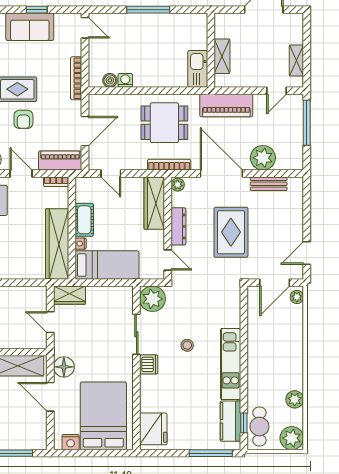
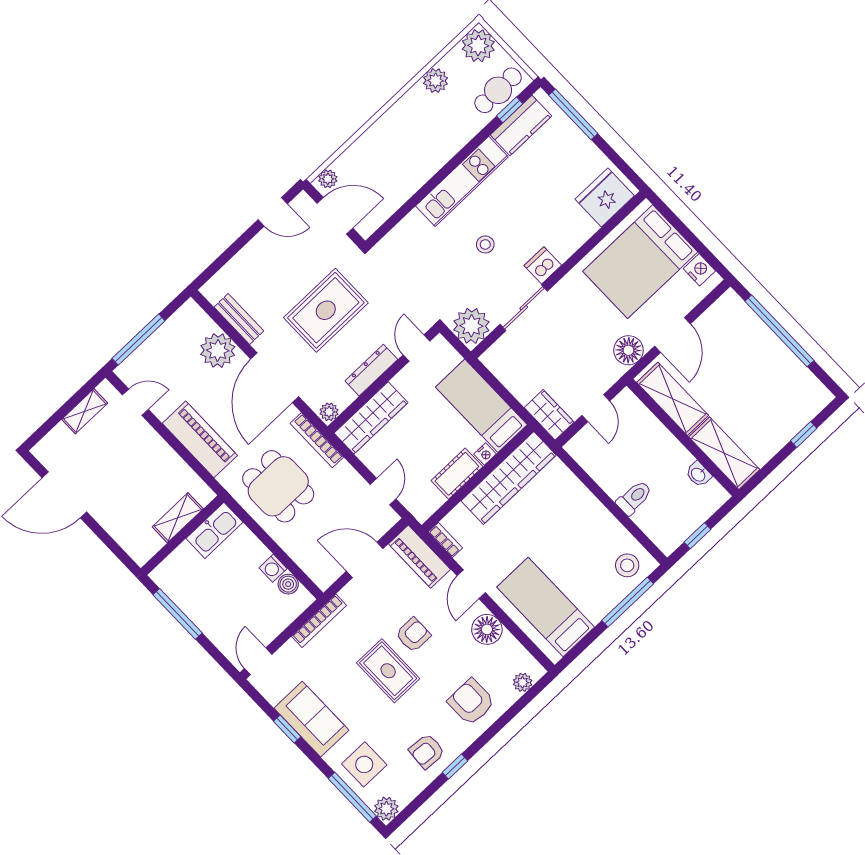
wall: (211, 50) -> (182, 535), moved
shelving: (222, 56) -> (178, 518), moved
kitchen sink: (198, 69) -> (214, 530), moved

